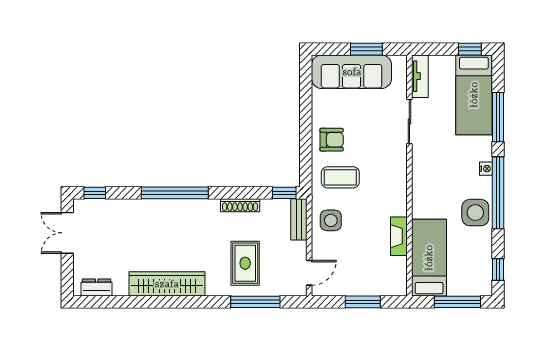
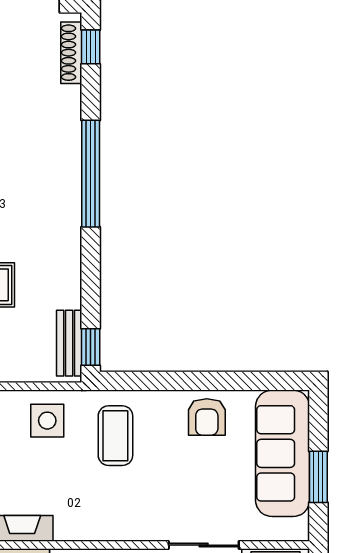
armchair: (332, 140) -> (207, 417), moved
shoe rack: (240, 205) -> (71, 53), moved
bench: (299, 219) -> (69, 343), moved, turned 90

